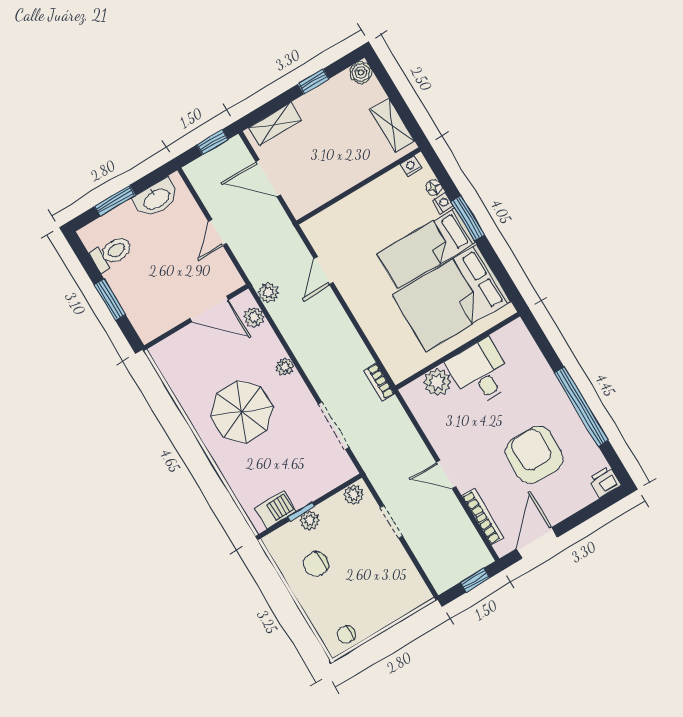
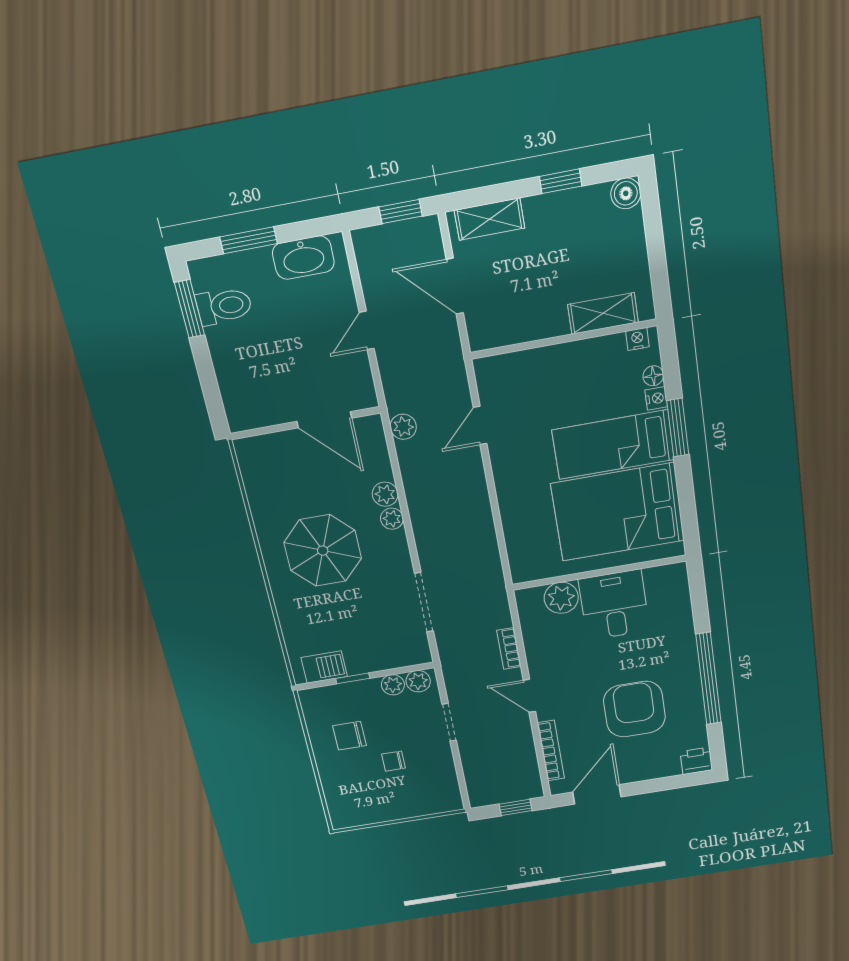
shelving: (392, 125) -> (603, 313), moved, turned 90
window: (110, 300) -> (189, 309), moved
plant: (254, 317) -> (385, 494), moved
bookcase: (379, 382) -> (509, 648), moved
plant: (310, 520) -> (393, 685), moved
chair: (346, 635) -> (394, 761), moved

